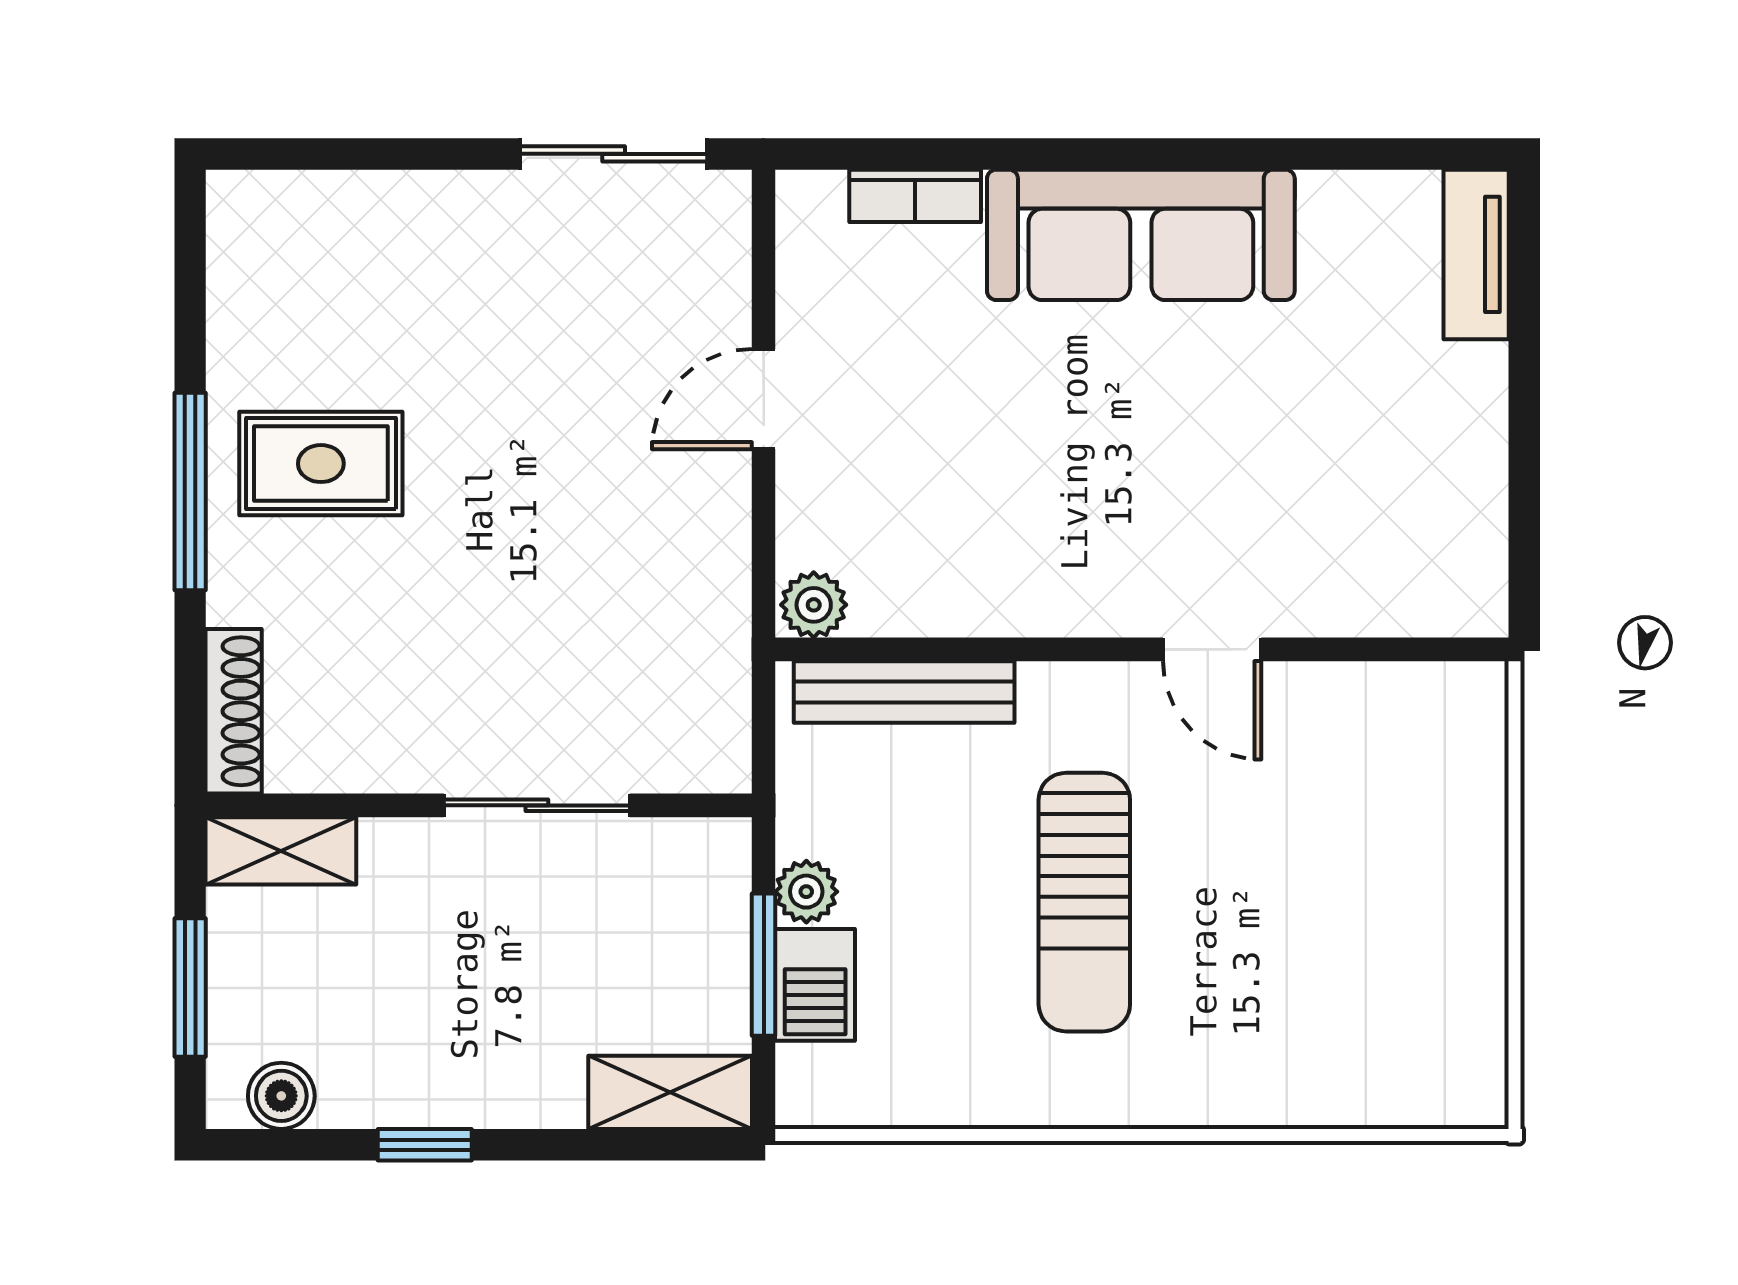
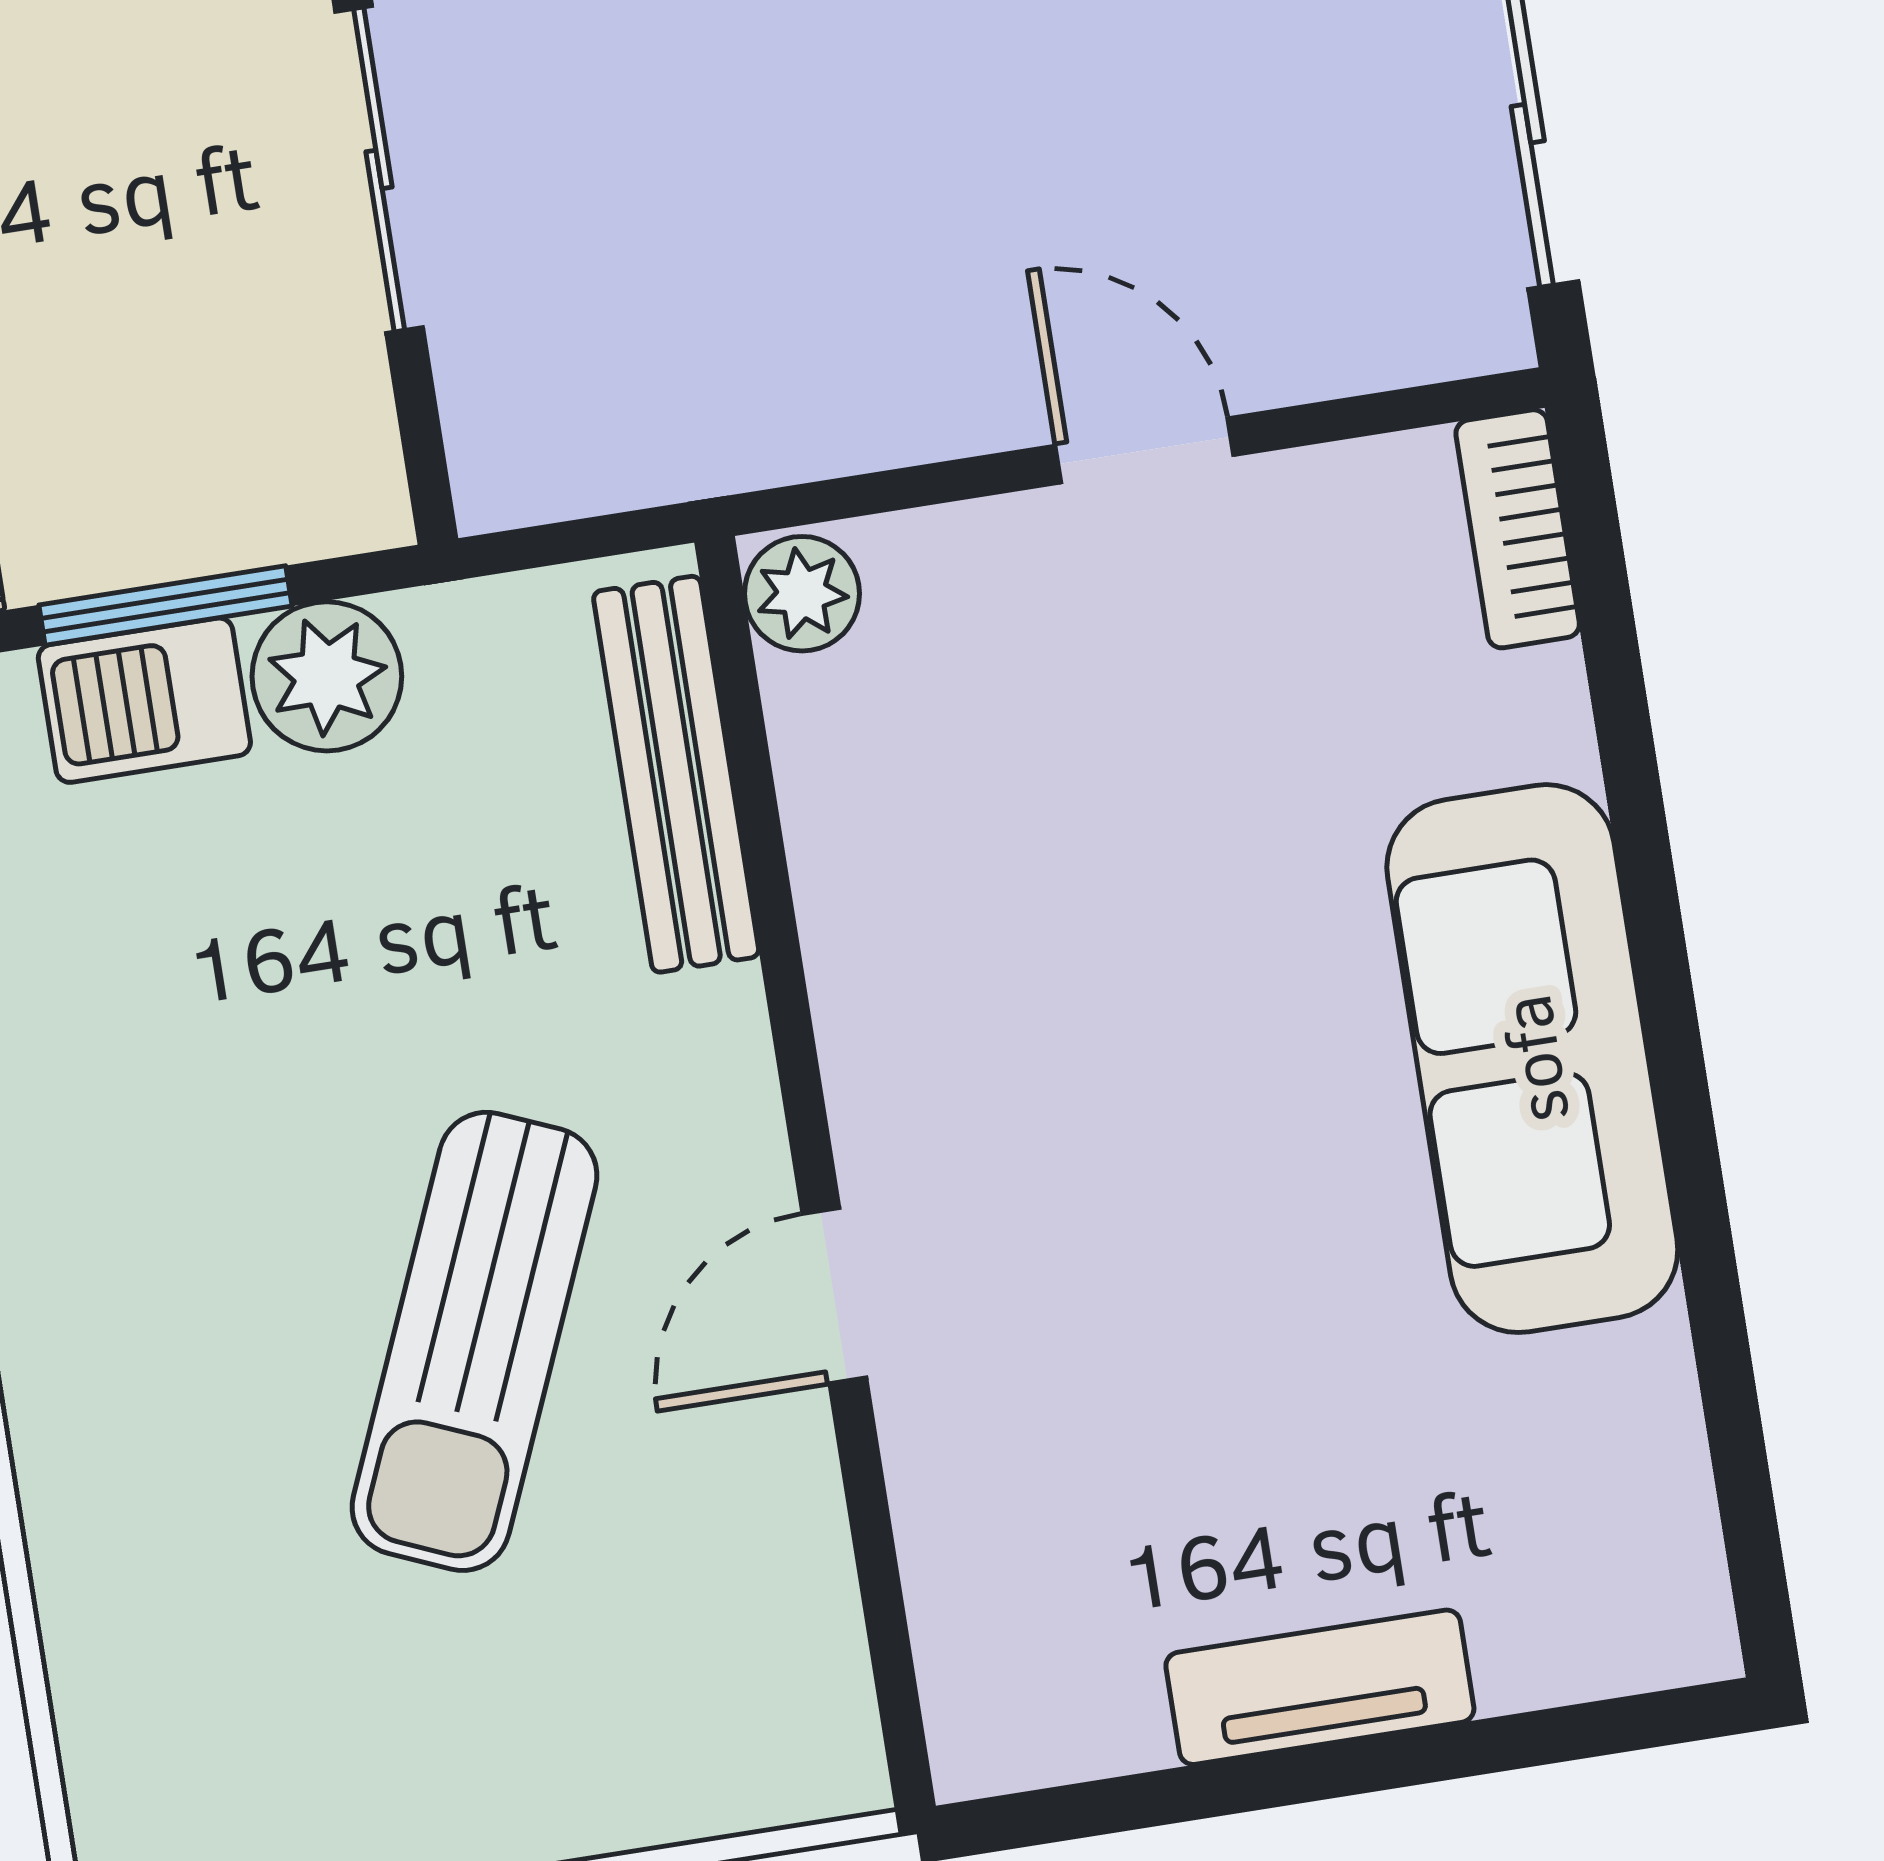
bookcase: (915, 196) -> (1518, 529), moved
tv unit: (1476, 254) -> (1320, 1687), moved
plant: (806, 892) -> (327, 676), width x1.38, depth x1.38
sun lounger: (1084, 902) -> (475, 1341), moved, turned -67

